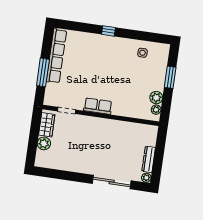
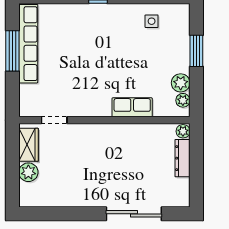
window: (43, 72) -> (12, 51), moved
row of seats: (98, 106) -> (132, 107), moved
dresser: (149, 159) -> (182, 158), moved
plant: (146, 178) -> (183, 131), moved

